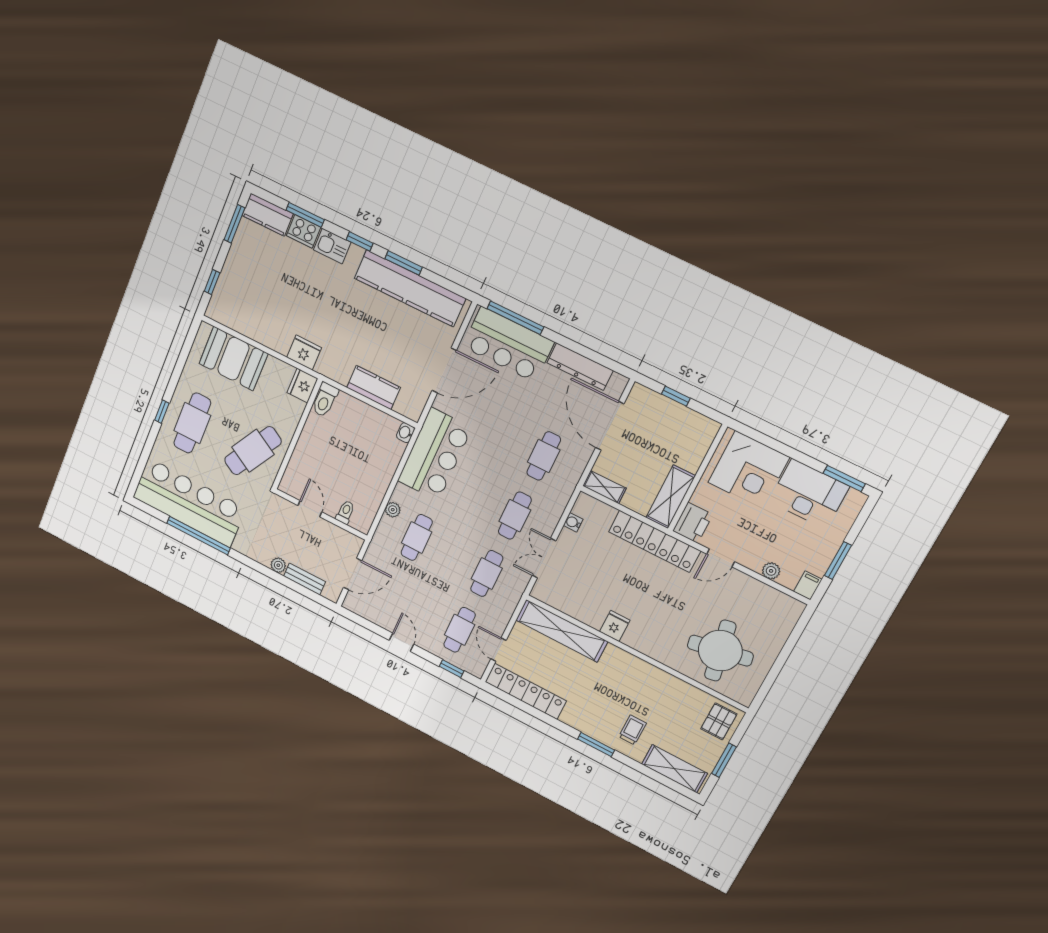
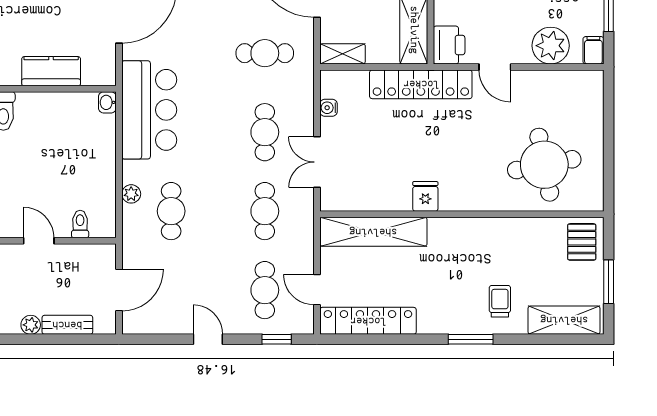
cafe table: (544, 456) -> (265, 53), turned 90
door: (721, 558) -> (495, 67), hinge flipped
plant: (771, 571) -> (551, 46), width x1.87, depth x1.87

